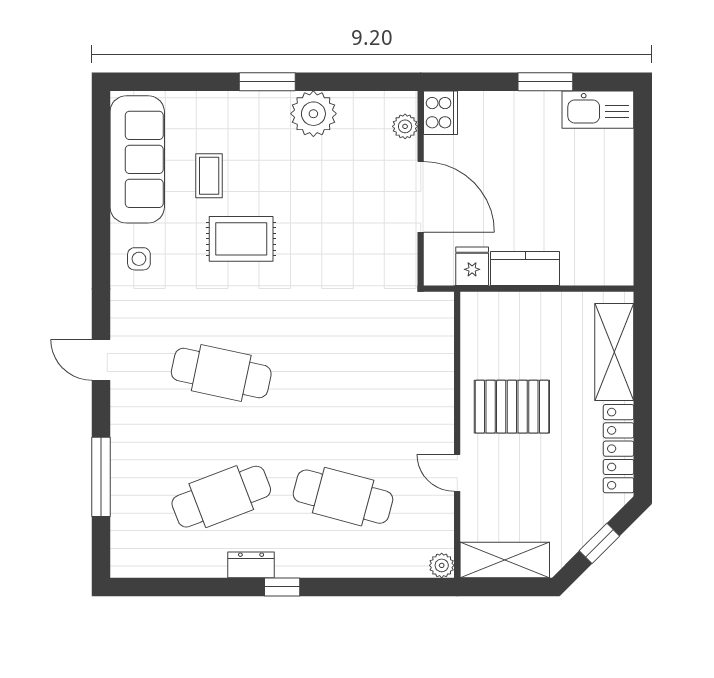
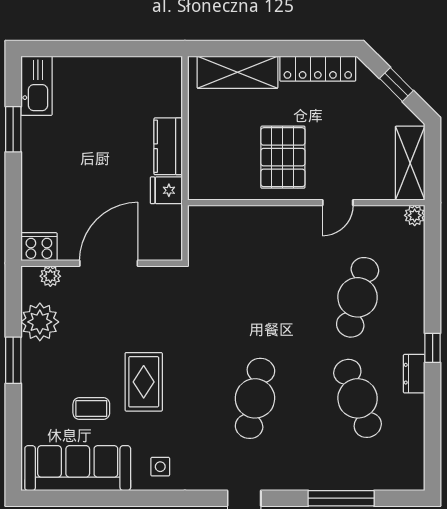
cooker: (441, 113) -> (39, 247), moved
plant: (405, 126) -> (50, 276), moved
wall: (421, 188) -> (102, 263), moved
door: (421, 197) -> (109, 263), moved

